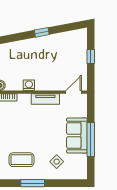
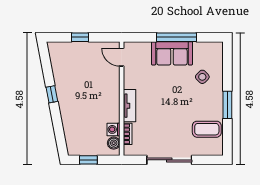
washing machine: (29, 85) -> (113, 129), moved
tv unit: (45, 99) -> (129, 106), moved
coffee table: (21, 160) -> (207, 129), moved, turned 90

